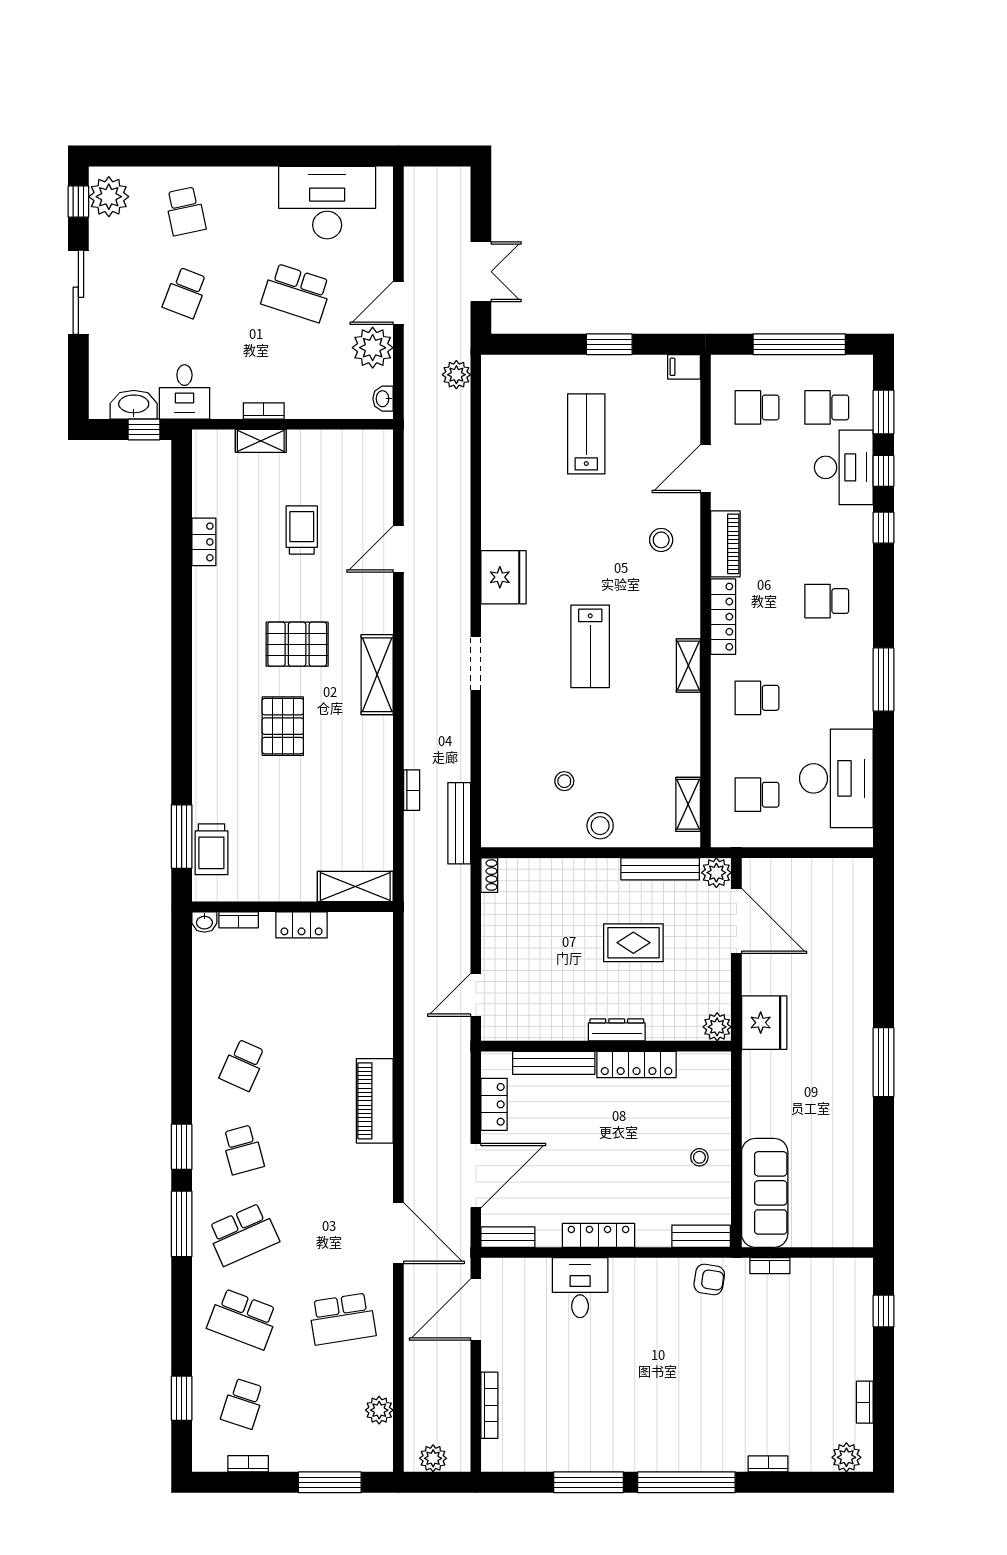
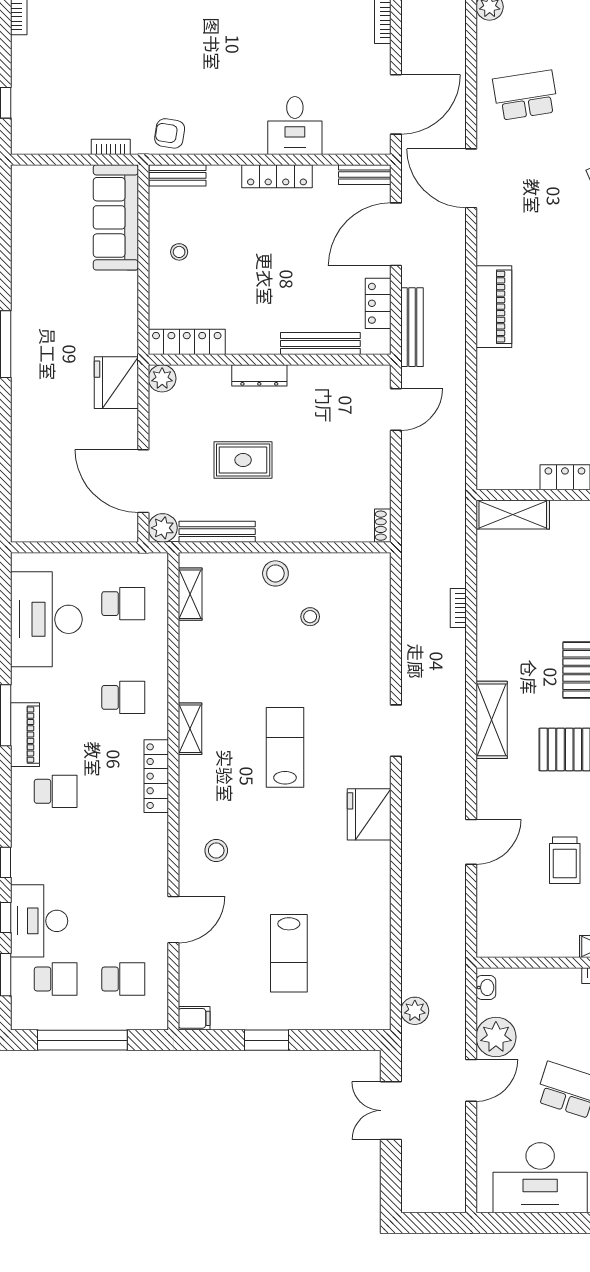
piano: (725, 544) -> (25, 735), moved, turned 180
bench: (459, 823) -> (412, 327), moved
locker: (637, 1064) -> (187, 342), moved

